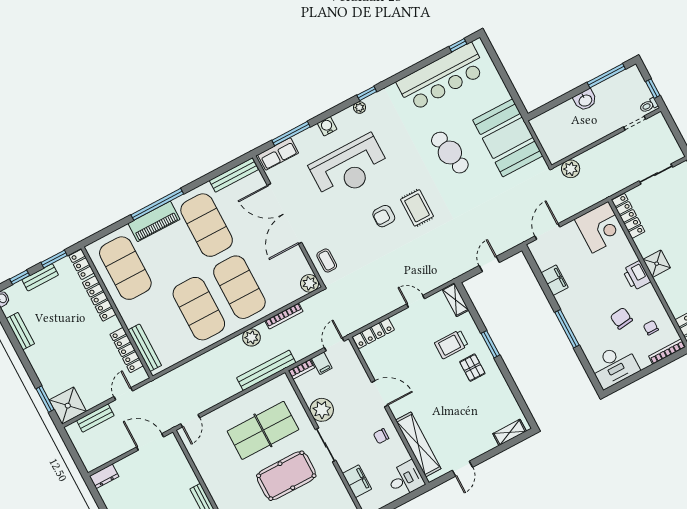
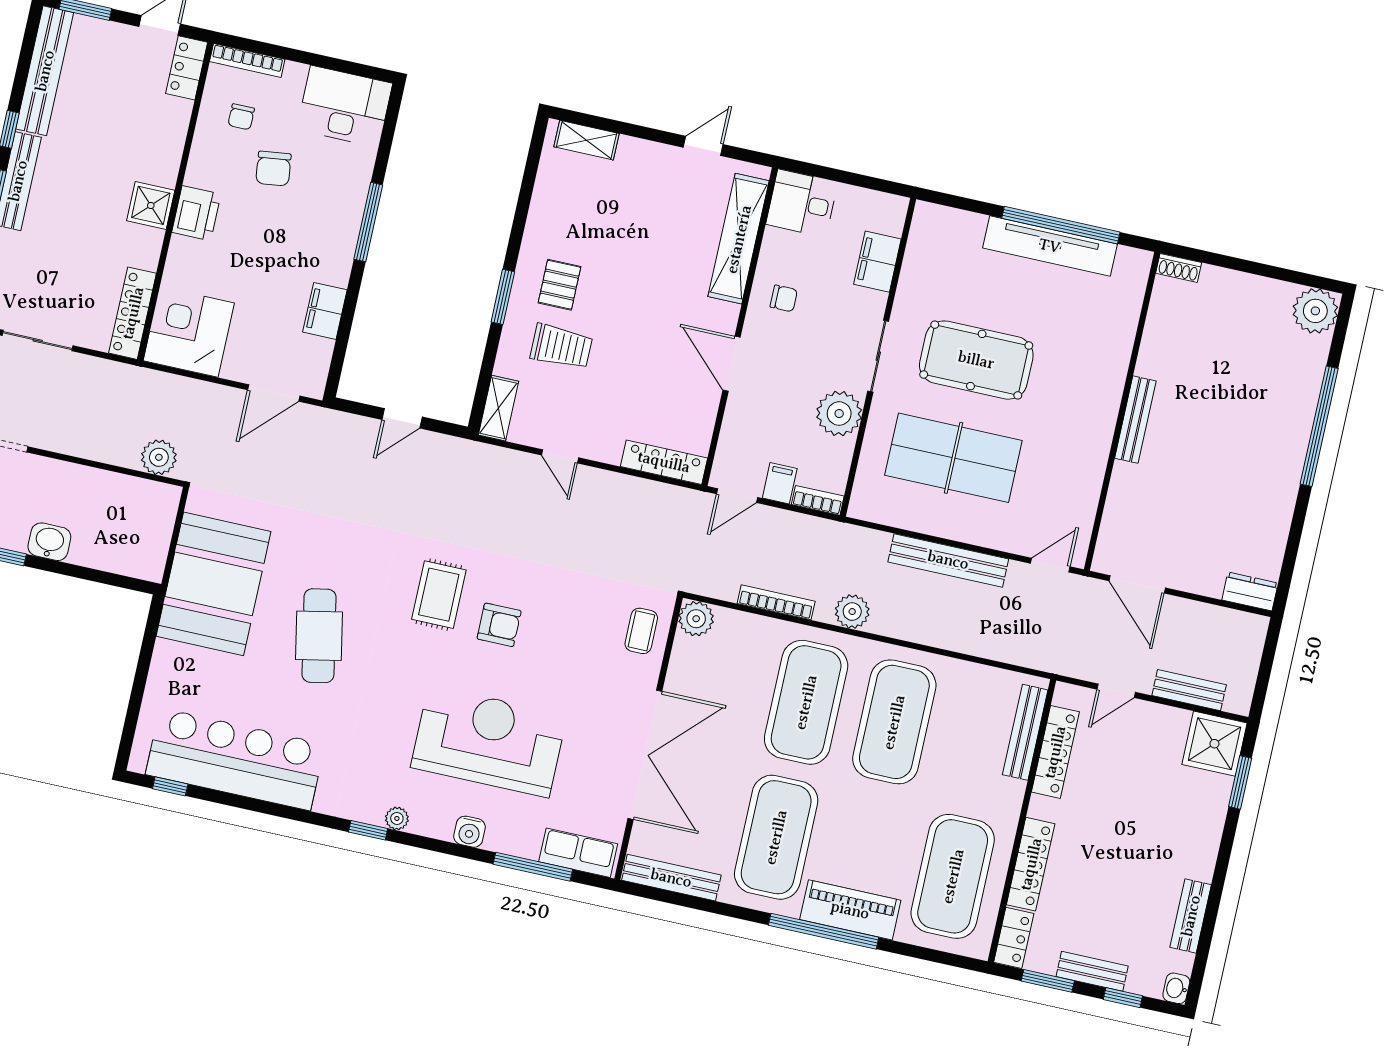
bench: (266, 370) -> (948, 560), moved

